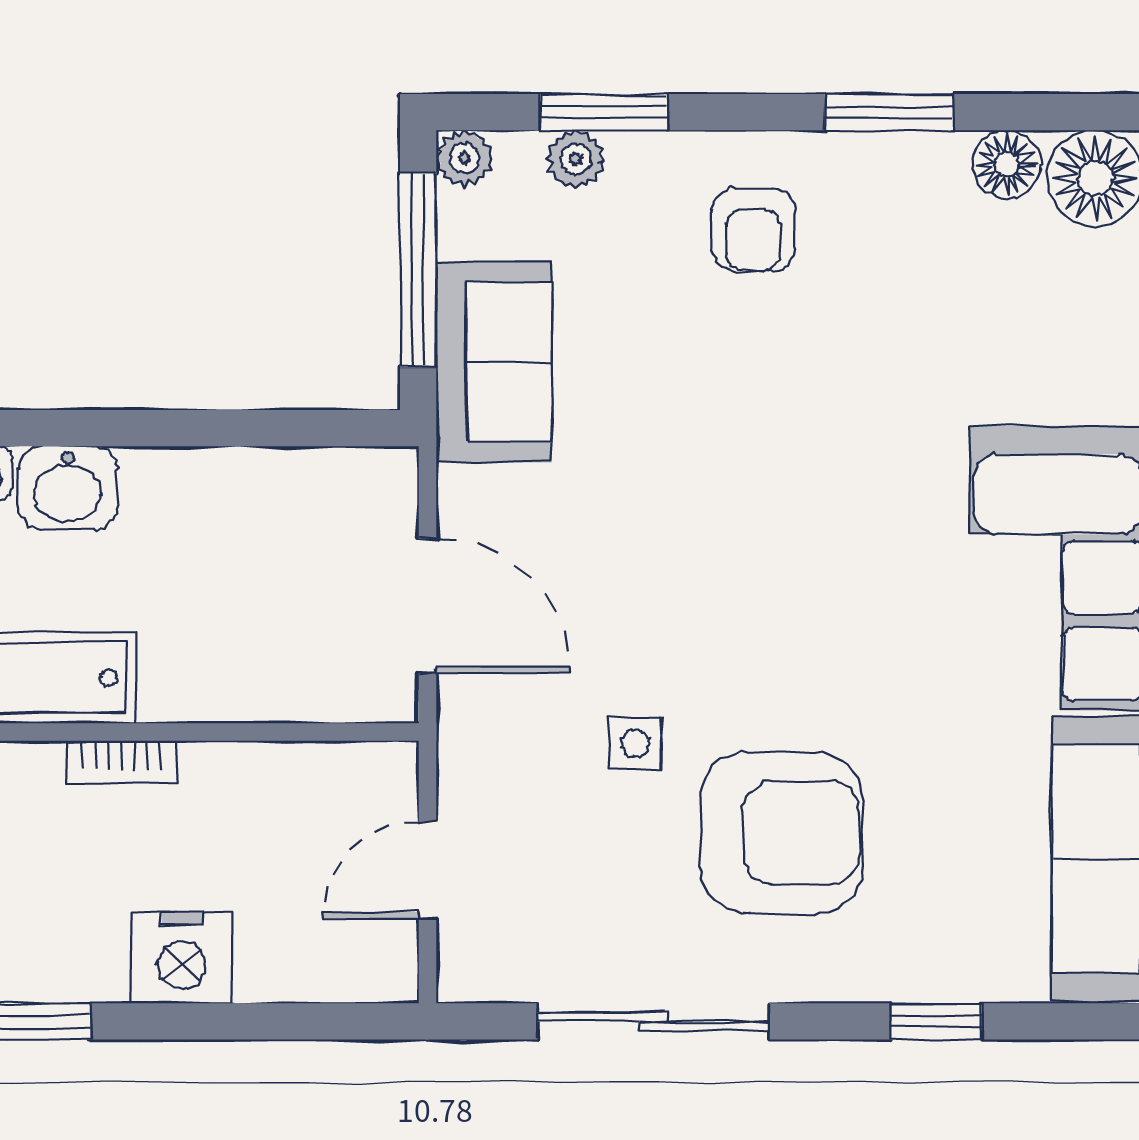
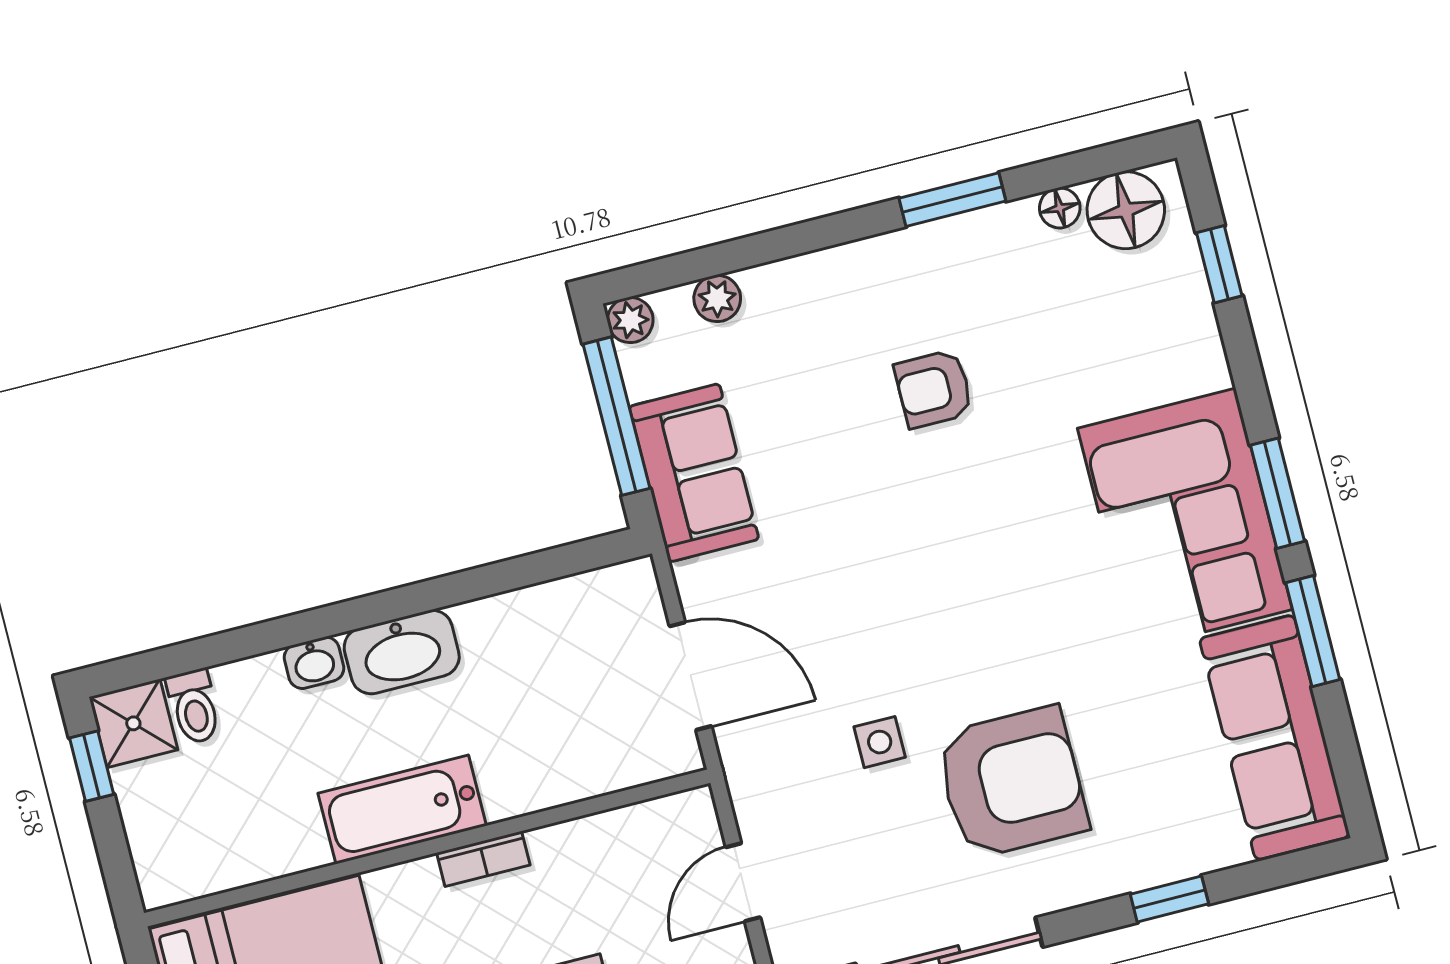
window: (604, 112) -> (730, 256), removed
floor lamp: (1007, 164) -> (1060, 208), width x0.73, depth x0.73
armchair: (753, 230) -> (934, 389), moved, turned 90
washbasin: (68, 488) -> (402, 652), width x1.38

